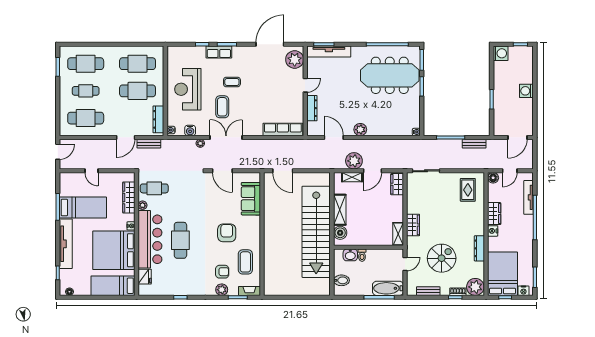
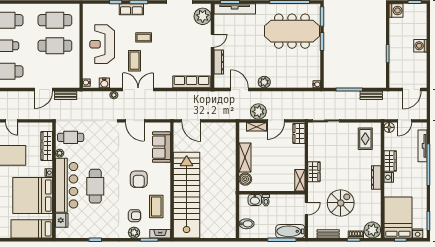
dresser: (158, 119) -> (75, 73), removed
stairs: (316, 232) -> (187, 195), moved, turned 180
armchair: (227, 233) -> (139, 179), turned 180
dresser: (479, 248) -> (376, 177), moved

